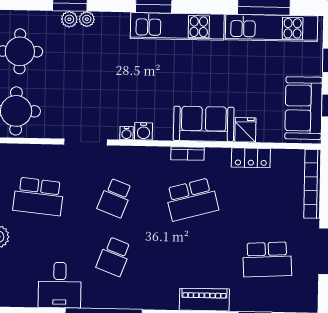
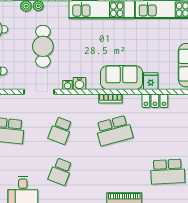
cafe table: (92, 77) -> (43, 46), added

